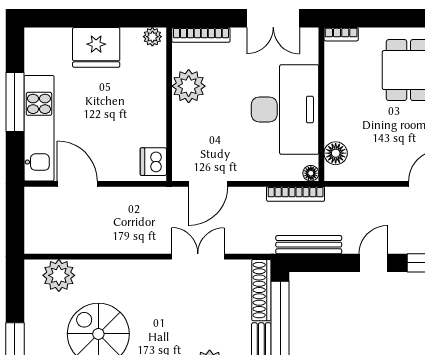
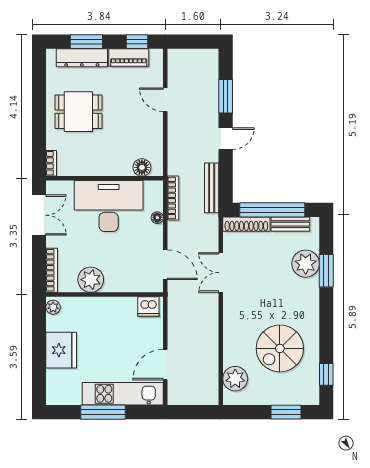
floor lamp: (311, 173) -> (157, 218), moved
door: (373, 263) -> (226, 139), swing flipped

